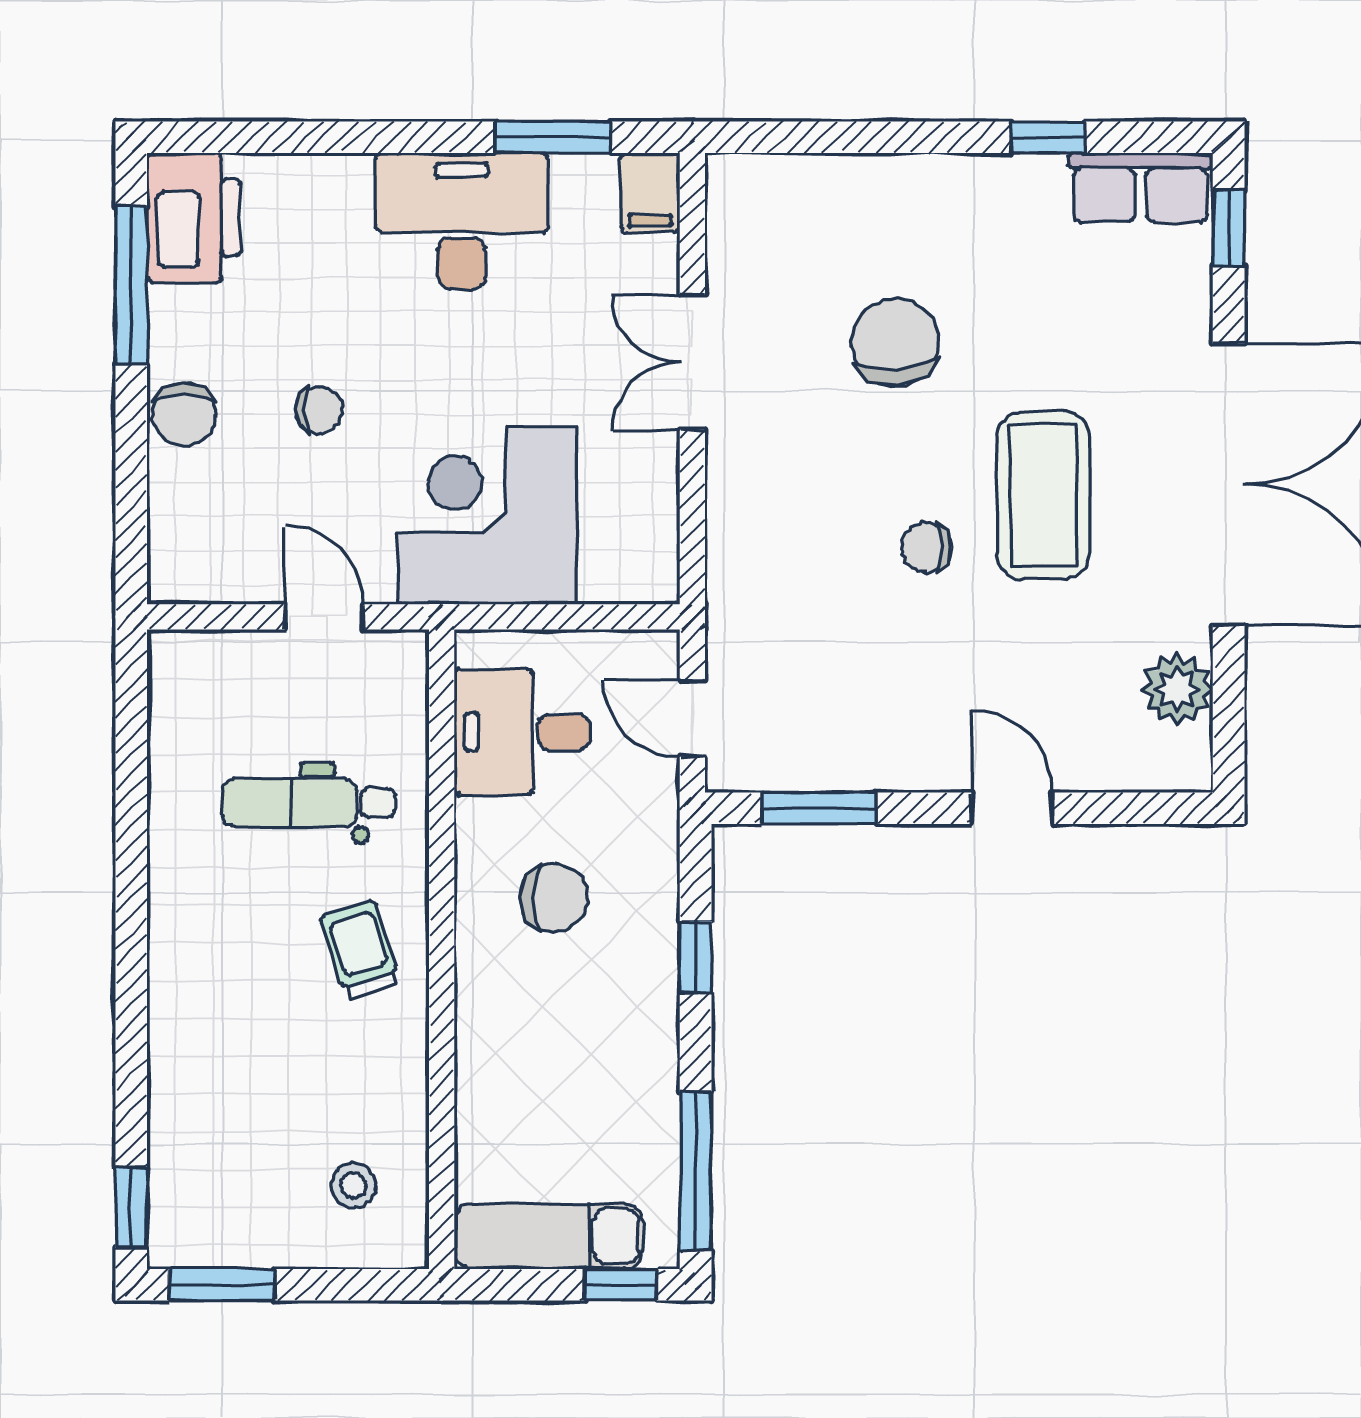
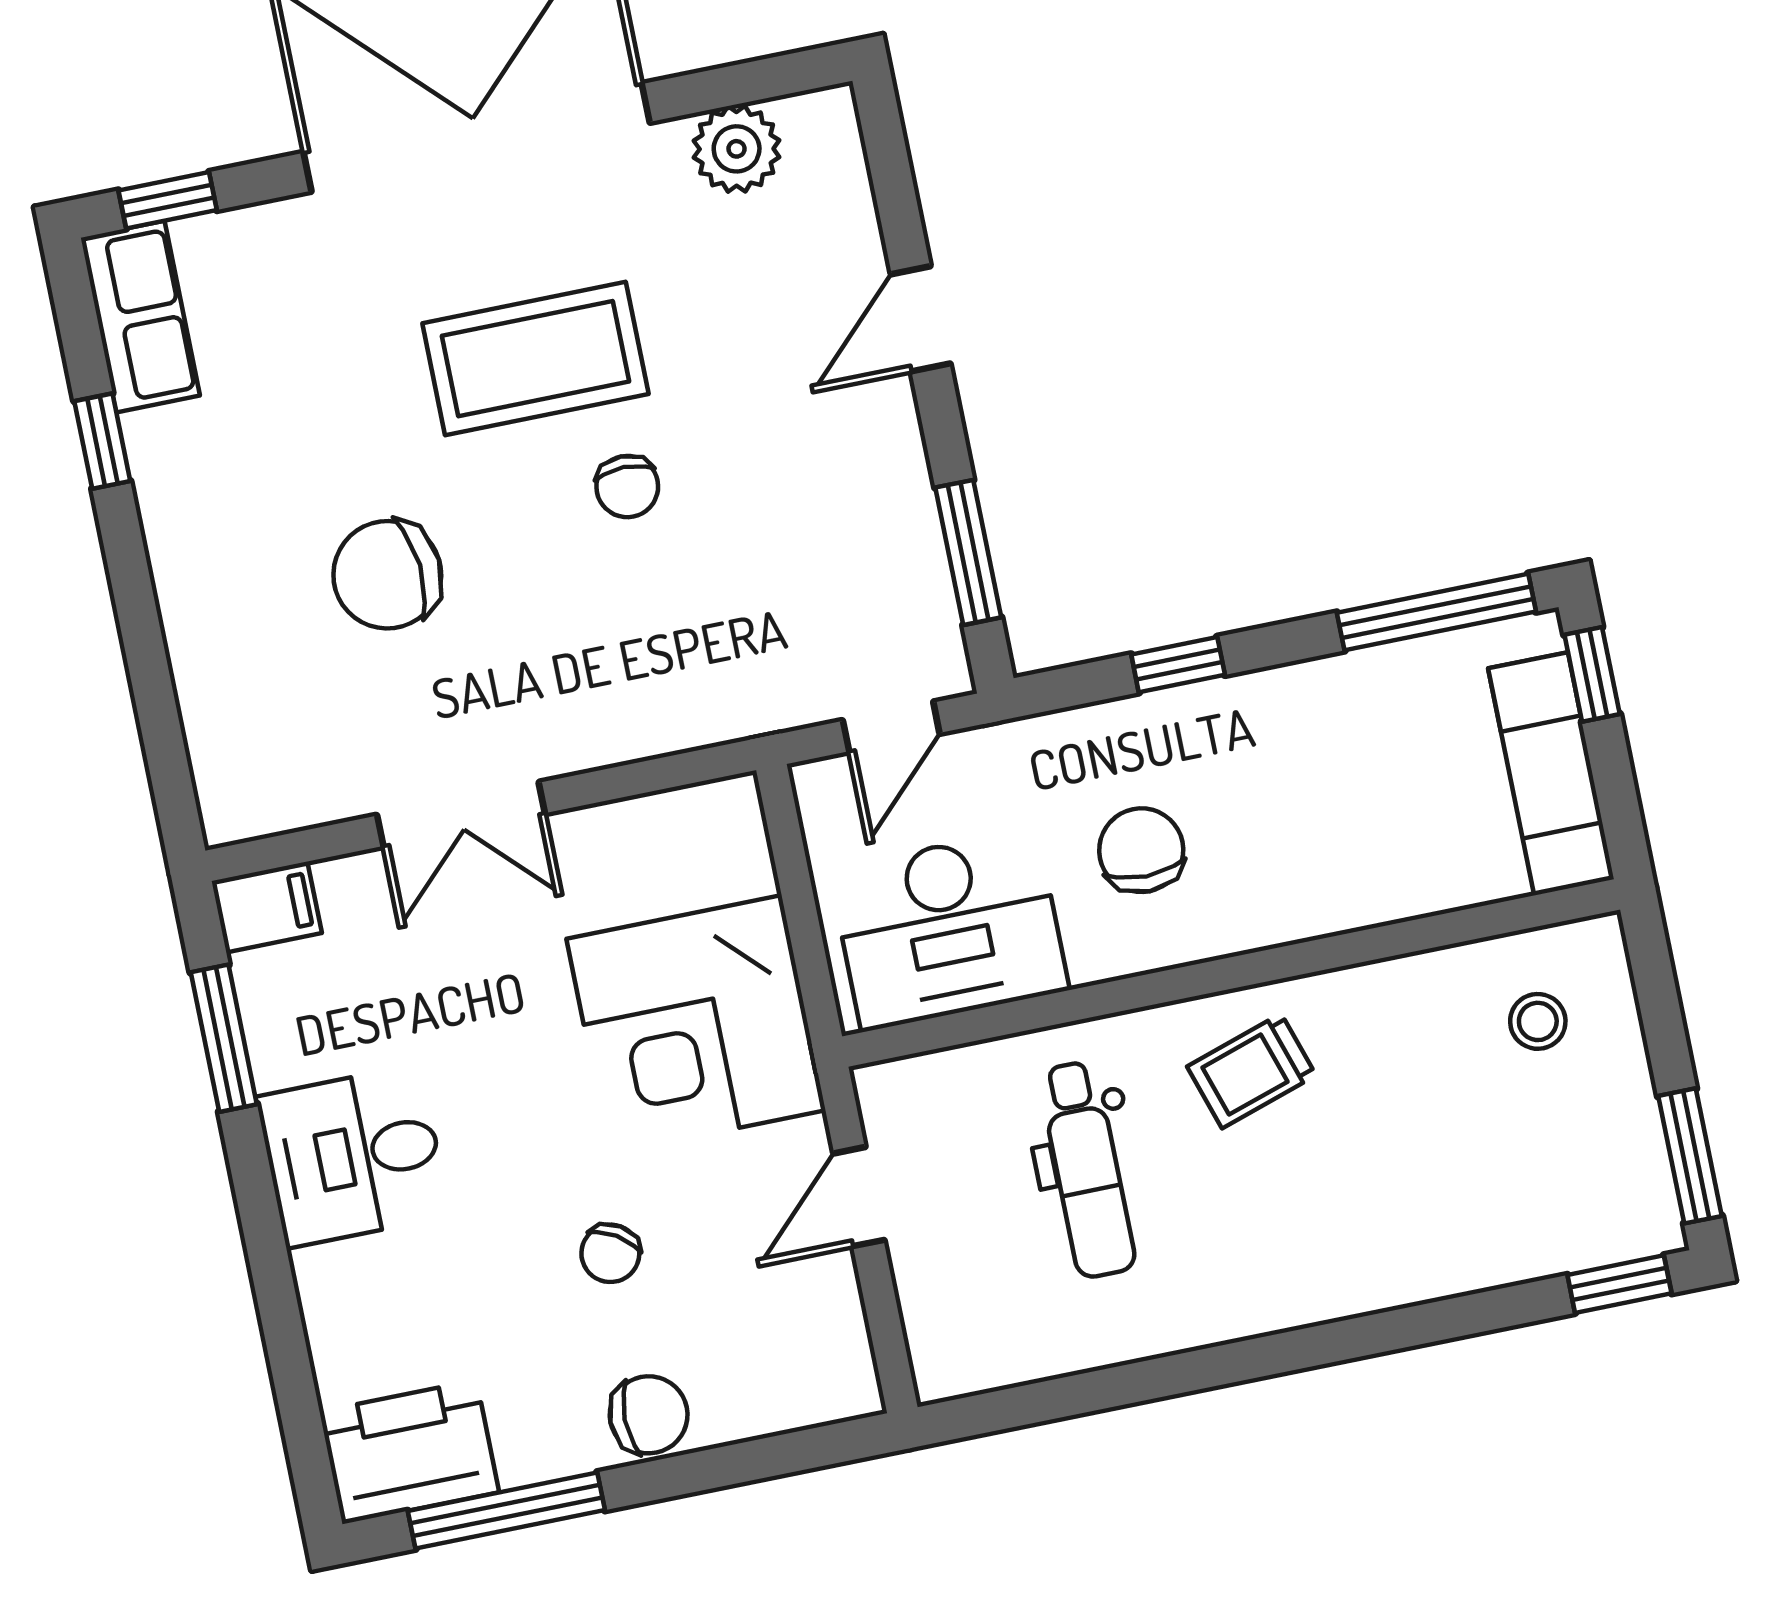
desk: (462, 221) -> (353, 1156), width x0.73
chair: (319, 410) -> (610, 1253), turned -148
desk: (522, 732) -> (949, 929), width x1.37

